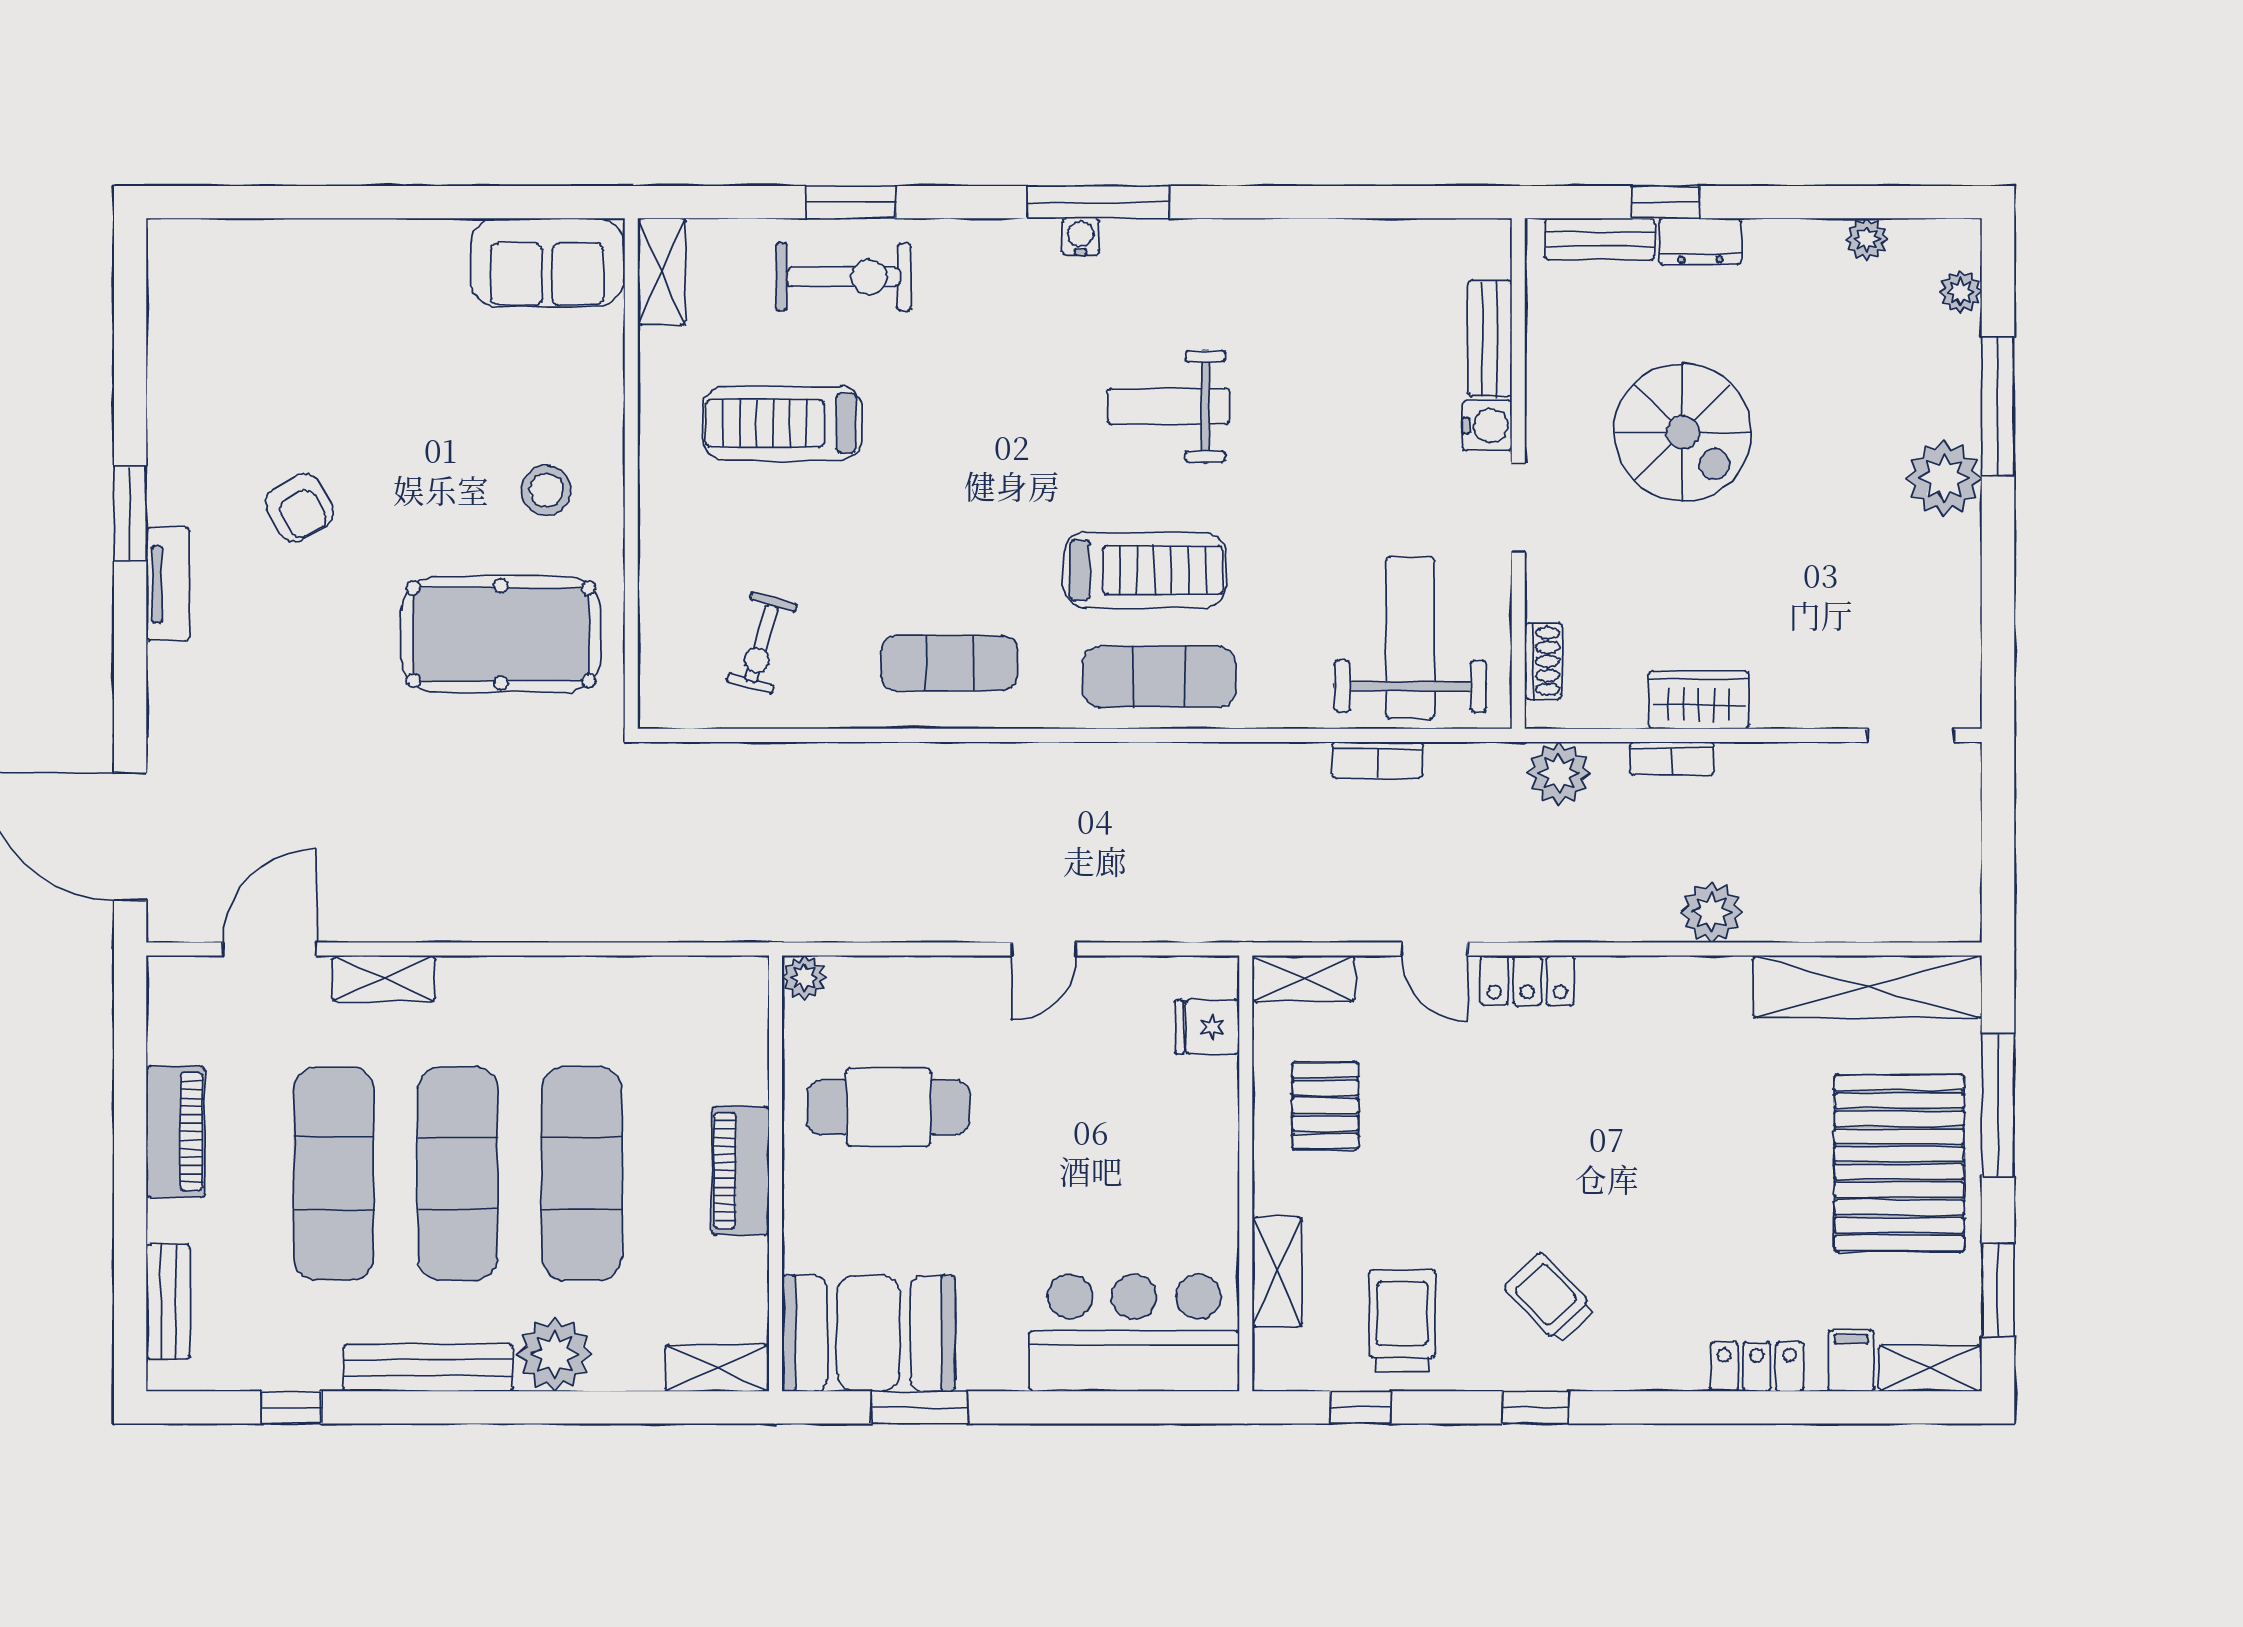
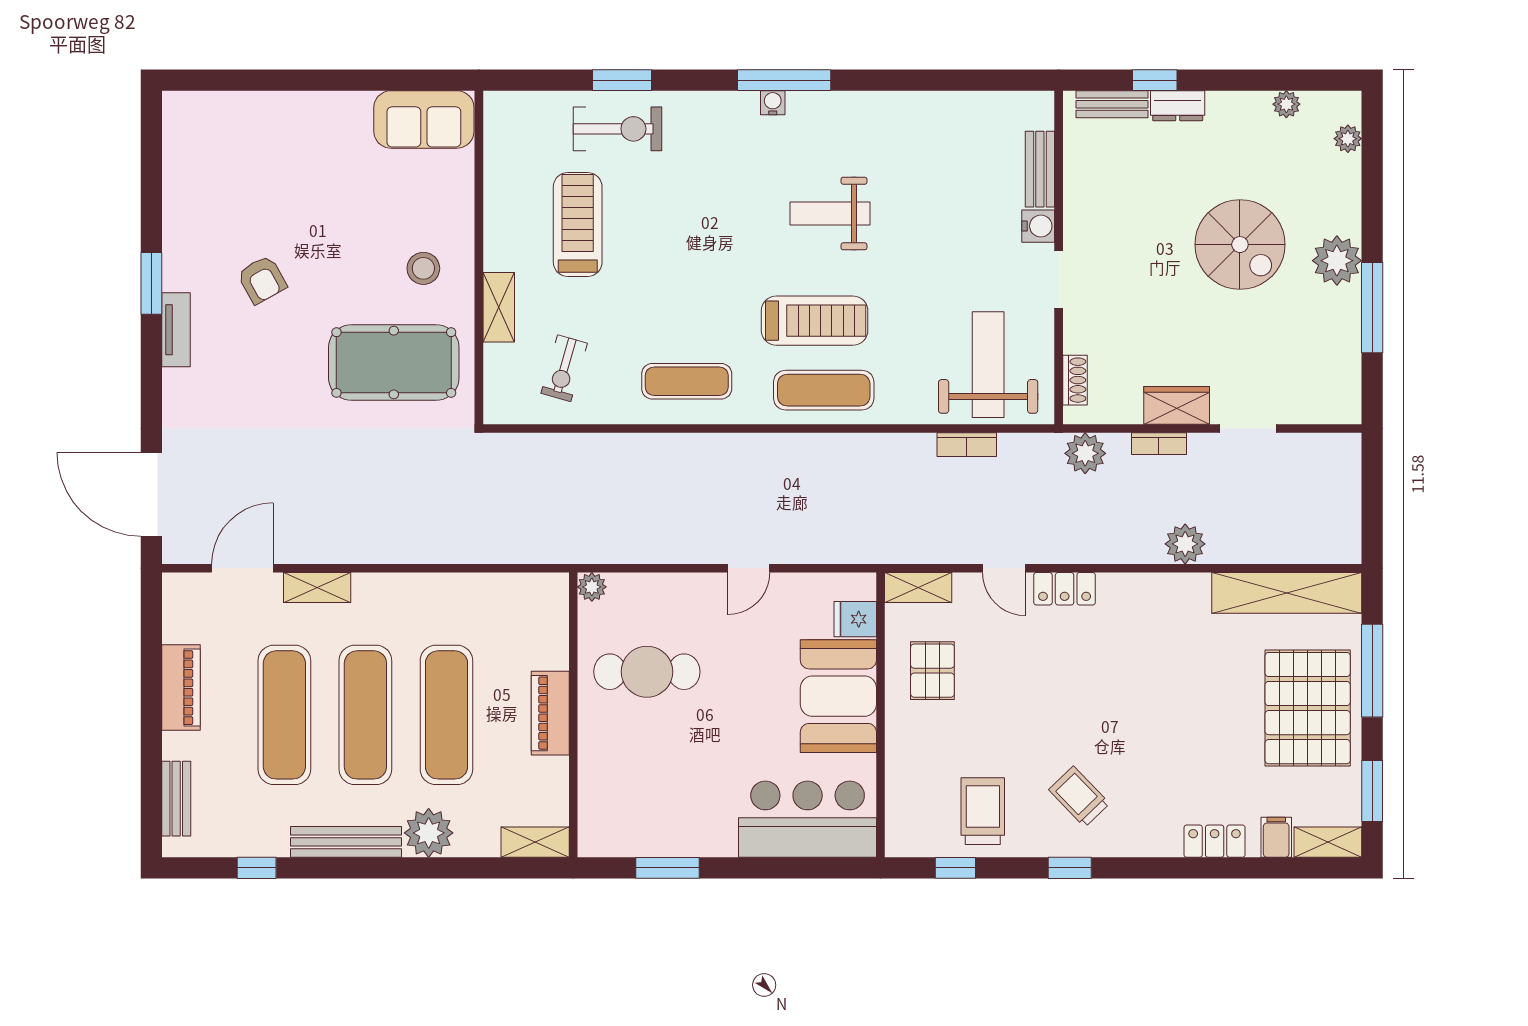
shelving: (662, 271) -> (499, 307), moved
window: (1998, 406) -> (1372, 308), moved
treadmill: (782, 423) -> (578, 224), turned 90
spiral stairs: (1683, 432) -> (1240, 245), moved
doorway: (1911, 735) -> (1248, 429), moved
shelving: (1277, 1272) -> (901, 779), removed
booth: (868, 1333) -> (838, 696), moved, turned 90

